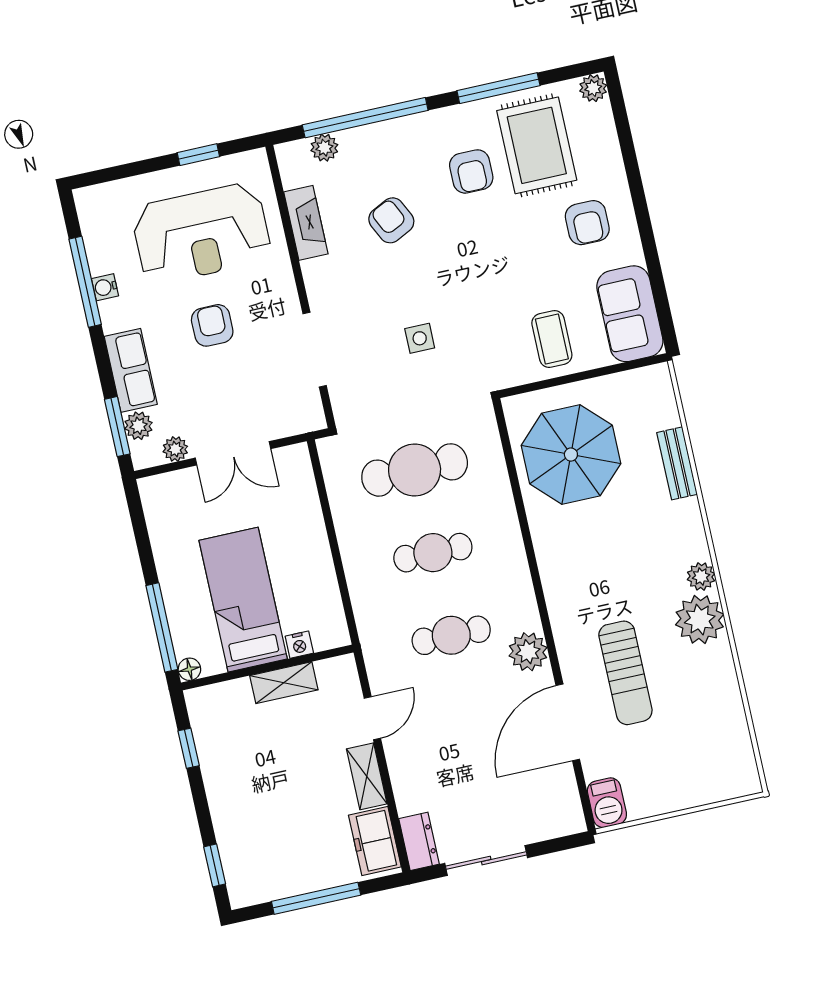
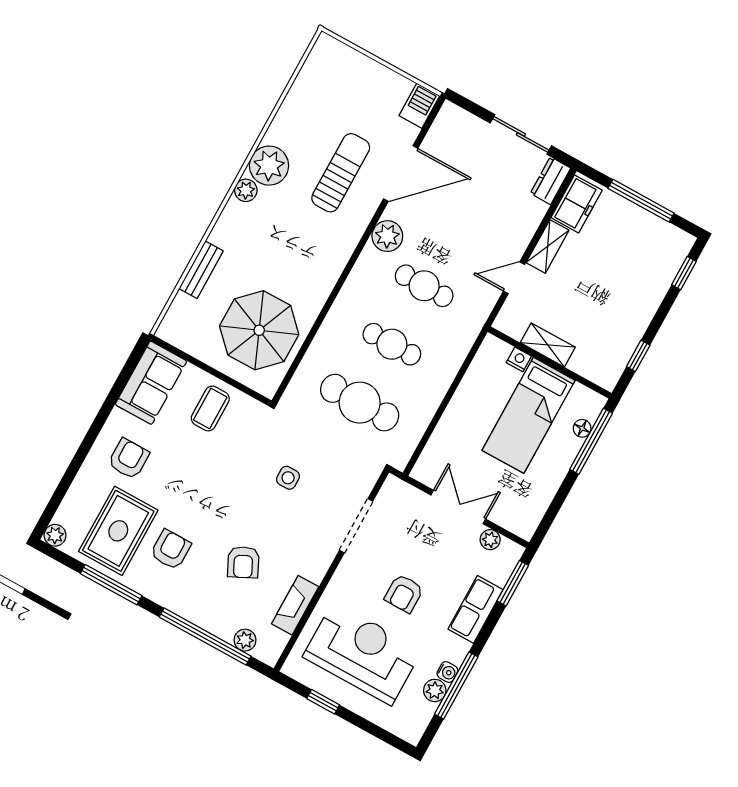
plant: (138, 426) -> (435, 690), moved
floor lamp: (189, 669) -> (582, 428), moved

